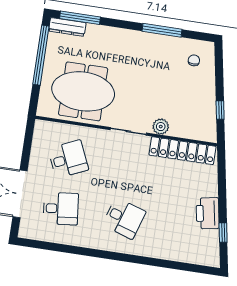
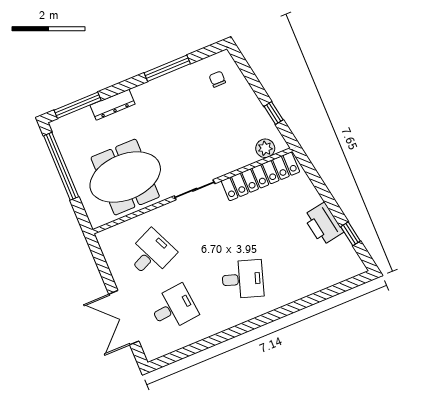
dresser: (67, 27) -> (113, 105), moved
plant: (161, 127) -> (265, 148), moved

